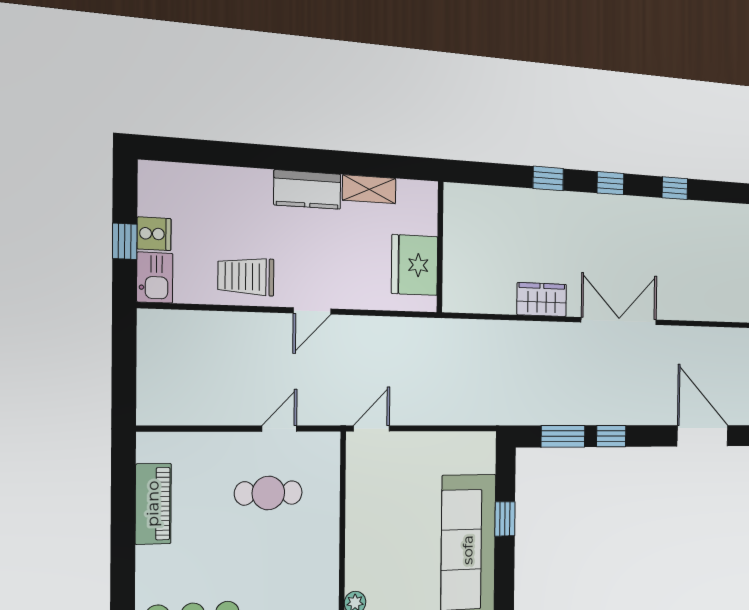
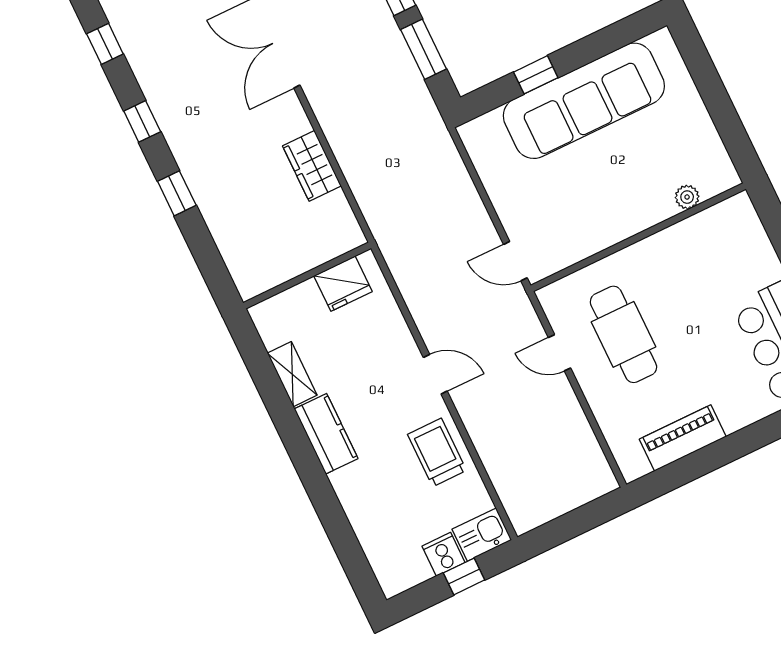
fridge: (415, 265) -> (343, 284), width x0.73, depth x0.75
trolley: (246, 277) -> (437, 452), turned 180
wardrobe: (542, 300) -> (312, 166), moved
cafe table: (268, 493) -> (623, 334), width x1.37, depth x1.35

